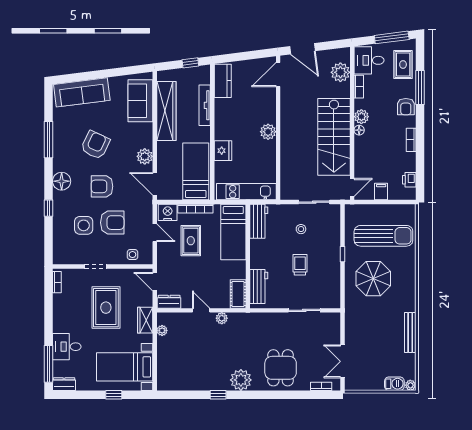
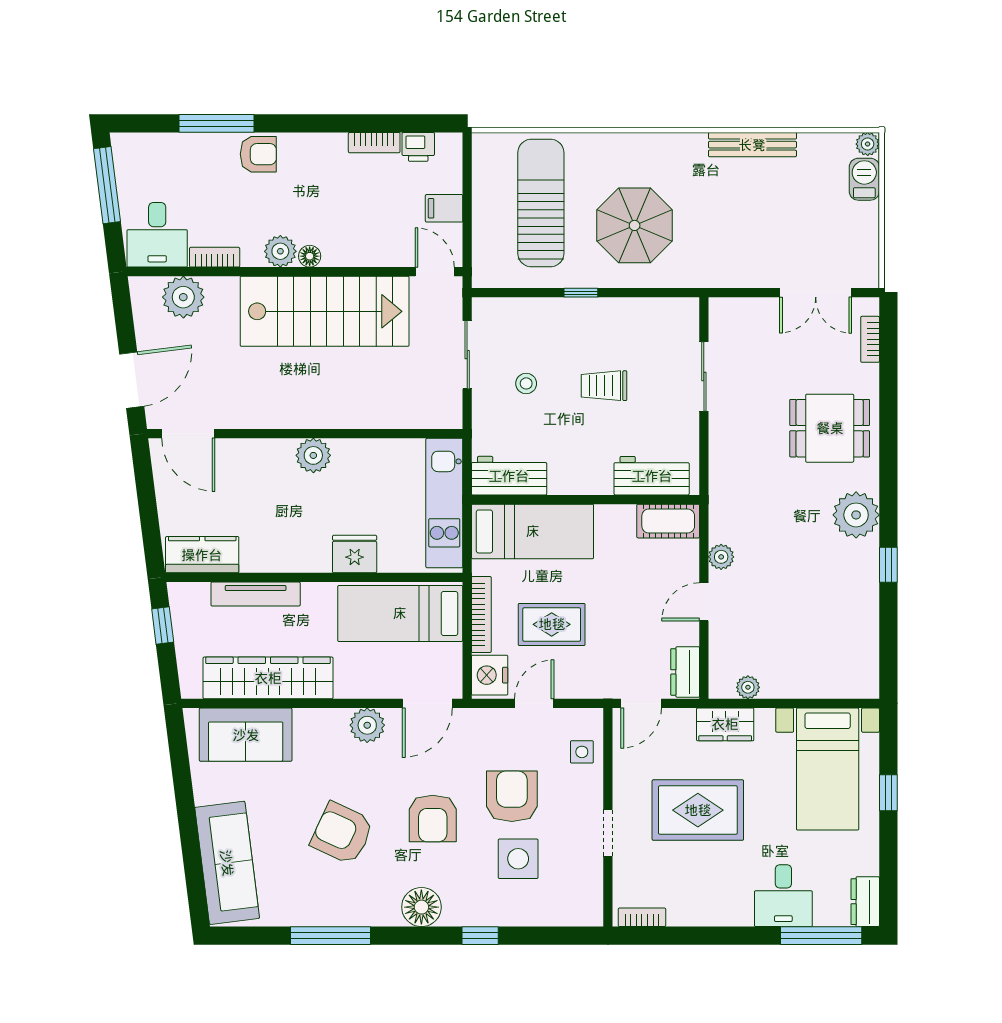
rug: (403, 64) -> (166, 160), removed
bookcase: (411, 140) -> (374, 143), moved

